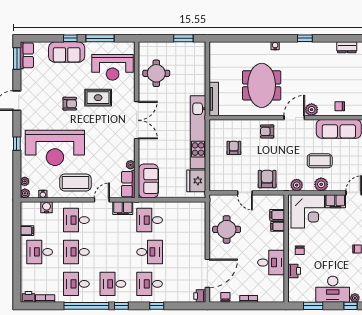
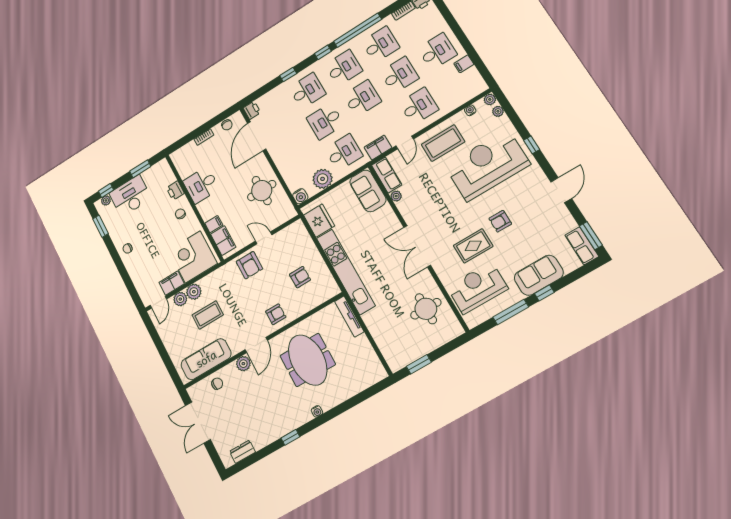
armchair: (234, 148) -> (300, 277), turned -91
plant: (297, 185) -> (180, 299), moved
water cooler: (47, 207) -> (300, 196), moved
plant: (176, 210) -> (323, 179), added
filing cabinet: (277, 215) -> (223, 241), width x2.00
desk: (113, 252) -> (362, 98), added

